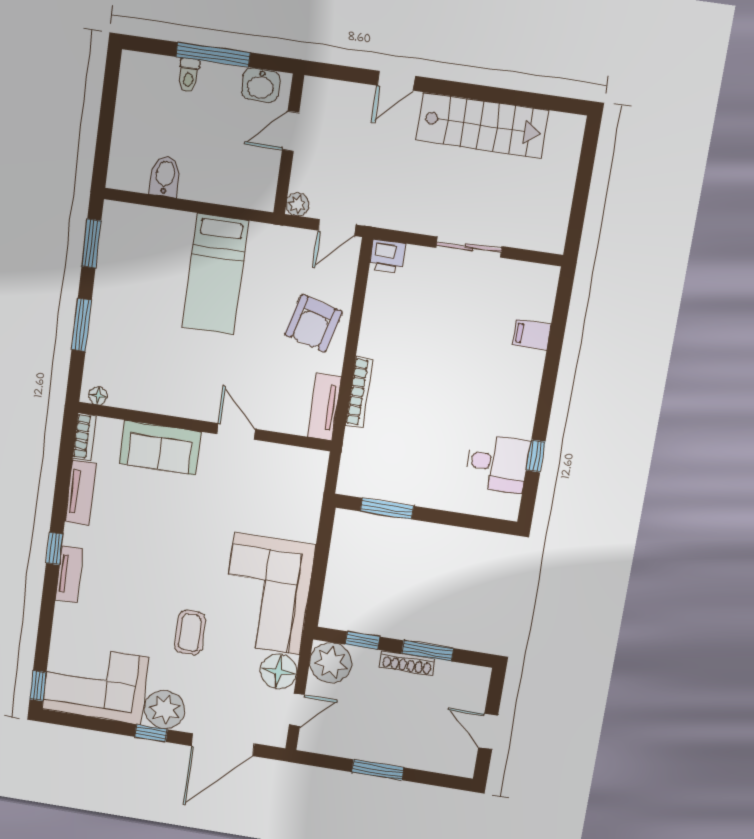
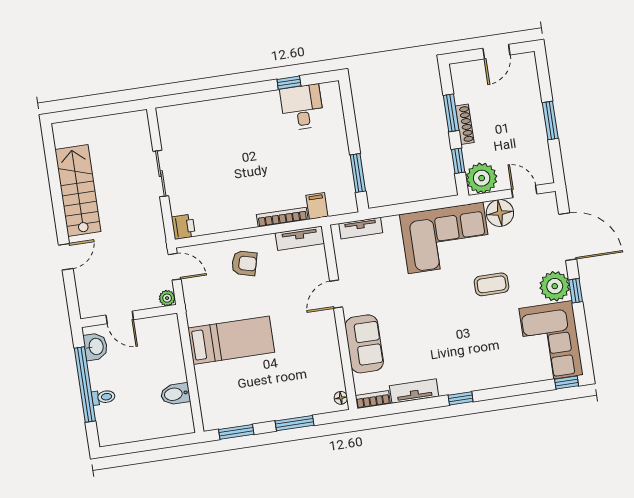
window: (213, 55) -> (85, 385), width x1.46
door: (396, 81) -> (66, 257), hinge flipped
armchair: (313, 323) -> (244, 263), width x0.72, depth x0.72
filing cabinet: (532, 335) -> (317, 206), moved, turned 180
tv unit: (69, 574) -> (361, 228), moved, turned 180

